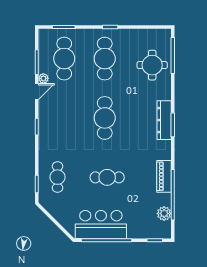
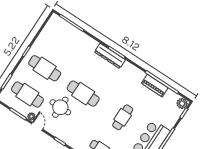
round table: (152, 65) -> (60, 107), moved
piano: (164, 176) -> (155, 86), moved
plant: (164, 213) -> (182, 103), moved

